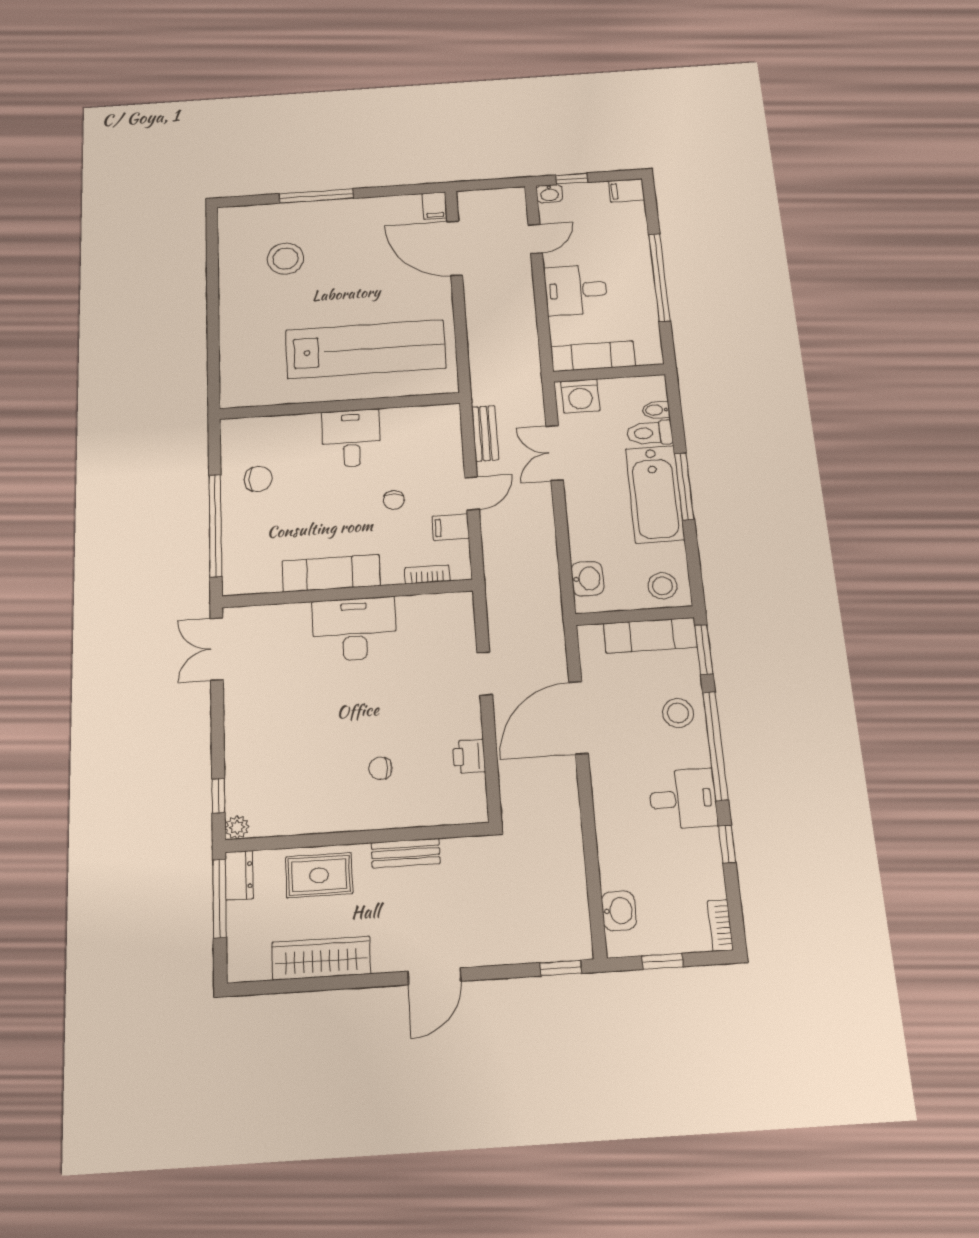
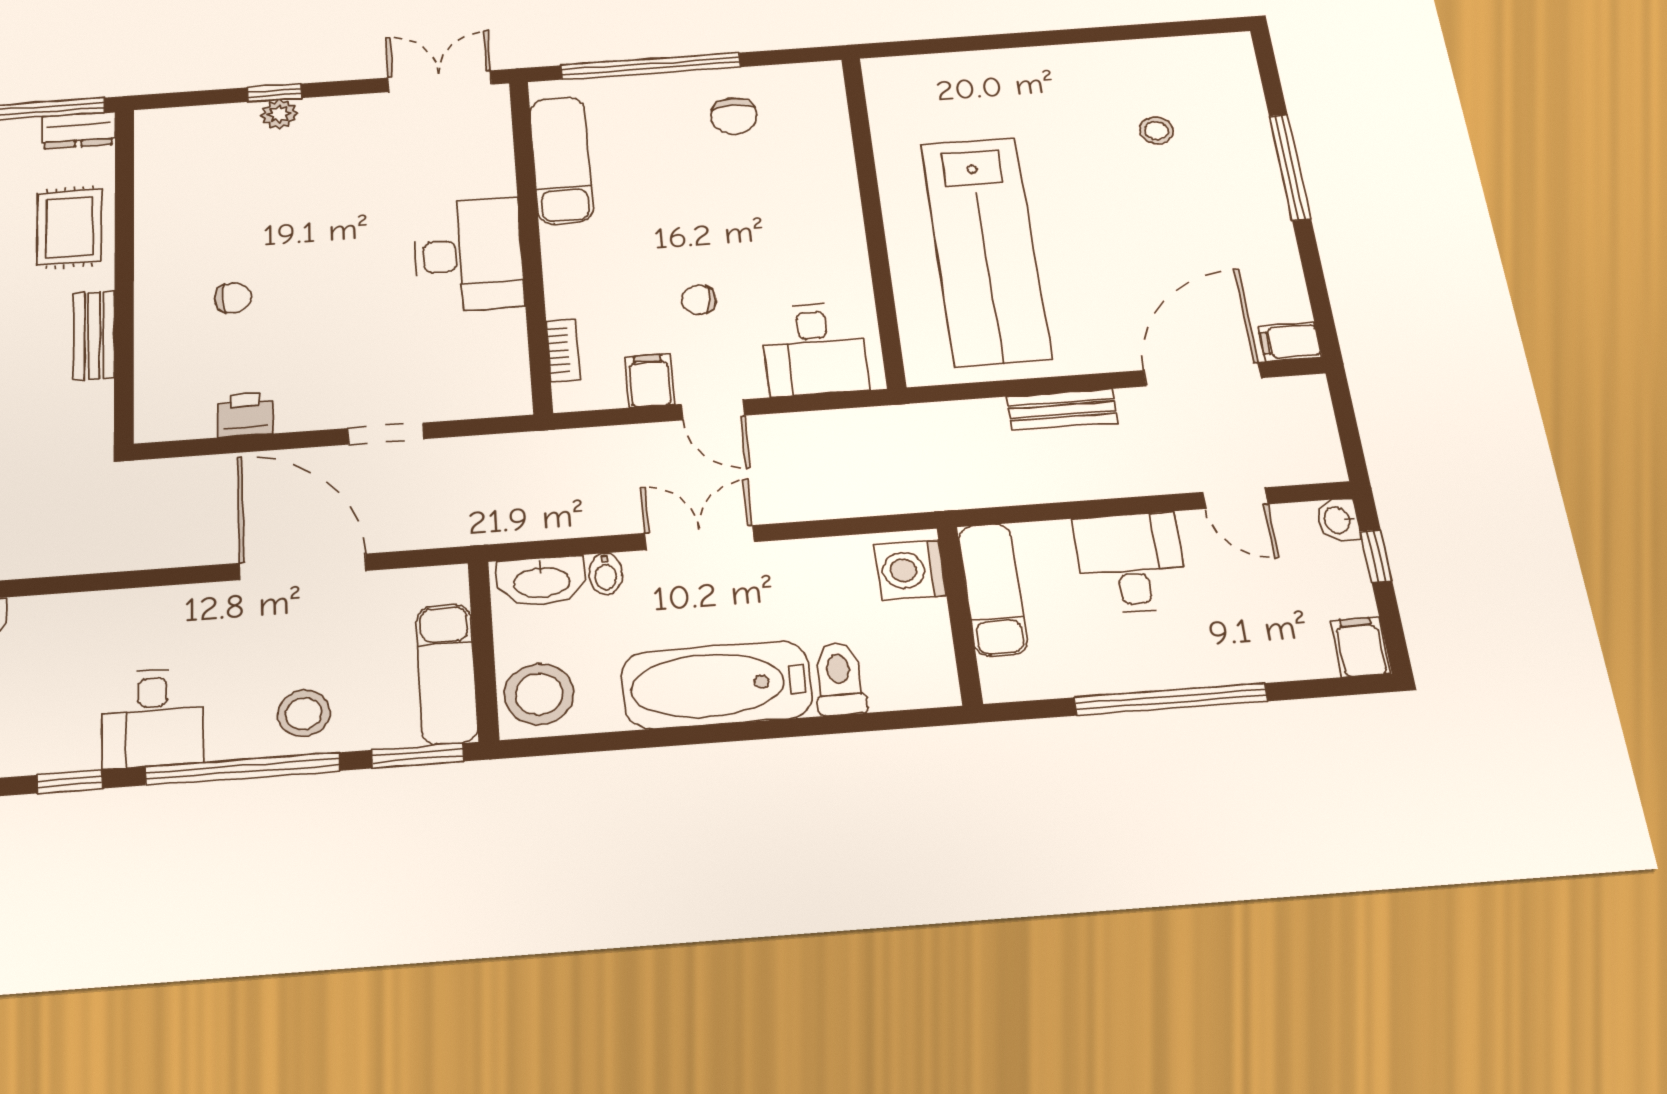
stool: (285, 259) -> (1157, 130), width x0.53, depth x0.53
bidet: (656, 410) -> (606, 574), moved, turned 180
bench: (485, 433) -> (1062, 410), moved
desk: (351, 438) -> (814, 349), moved, turned 90
double door: (555, 453) -> (699, 538), moved
window: (684, 486) -> (733, 732), removed
exam couch: (331, 573) -> (561, 160), moved
washbasin: (587, 579) -> (541, 581), width x1.38
stool: (662, 586) -> (539, 694), width x1.38, depth x1.38
chair: (380, 768) -> (233, 298), turned 90
window: (218, 796) -> (274, 93), moved
plant: (237, 827) -> (279, 114), moved

